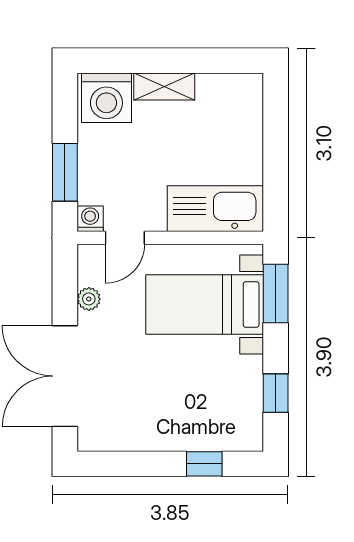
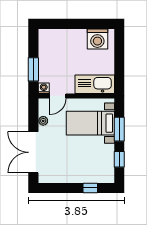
shelving: (164, 87) -> (74, 34), removed
washing machine: (106, 98) -> (97, 39), moved
window: (276, 294) -> (119, 129), moved

